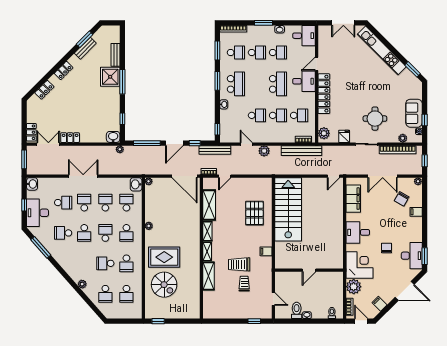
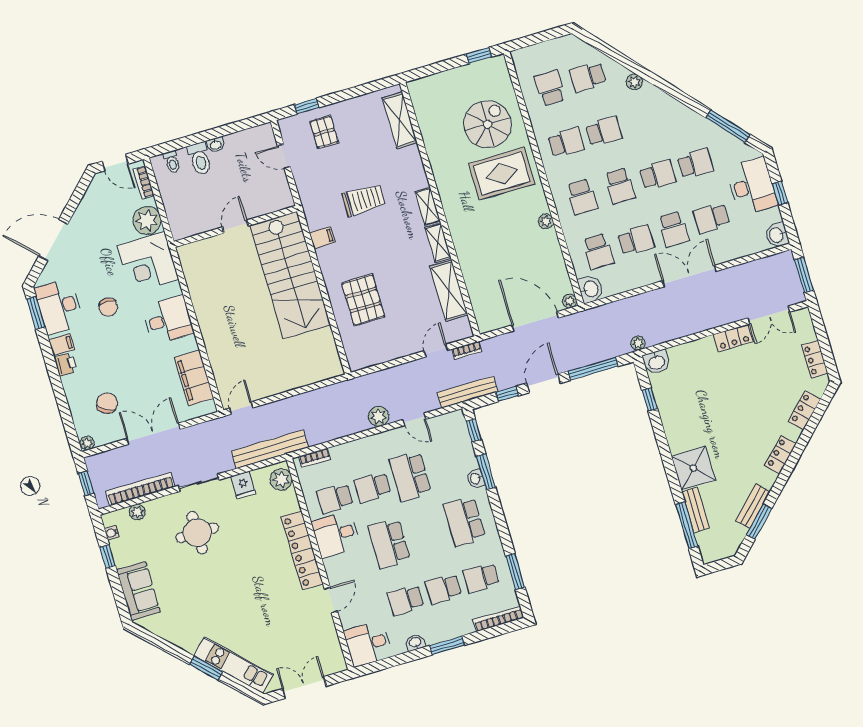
kitchen unit: (382, 51) -> (234, 665), width x0.73
window: (413, 69) -> (206, 668), moved
window: (217, 81) -> (486, 472), moved
desk: (304, 81) -> (336, 534), moved
window: (122, 82) -> (687, 525), moved
sofa: (414, 113) -> (138, 591), moved
school desk: (257, 115) -> (410, 476), width x1.85
locker: (31, 132) -> (815, 359), moved
bench: (302, 151) -> (270, 449), moved
double door: (83, 176) -> (689, 276), swing flipped
door: (184, 176) -> (535, 321), moved
school desk: (105, 203) -> (636, 240), turned -90
stairs: (288, 209) -> (290, 275), moved
filing cabinet: (416, 212) -> (62, 345), moved
printer: (417, 225) -> (65, 364), added
school desk: (84, 233) -> (658, 175), turned 90
school desk: (126, 233) -> (582, 197), turned 180
school desk: (126, 263) -> (566, 143), turned 90
shelving: (209, 276) -> (400, 120), moved
trolley: (244, 284) -> (345, 168), removed
spiral stairs: (164, 285) -> (487, 124), turned 90
school desk: (105, 294) -> (588, 77), turned -90
filing cabinet: (380, 304) -> (91, 203), removed
pallet: (249, 305) -> (324, 132), added
toilet: (297, 310) -> (200, 159), moved

